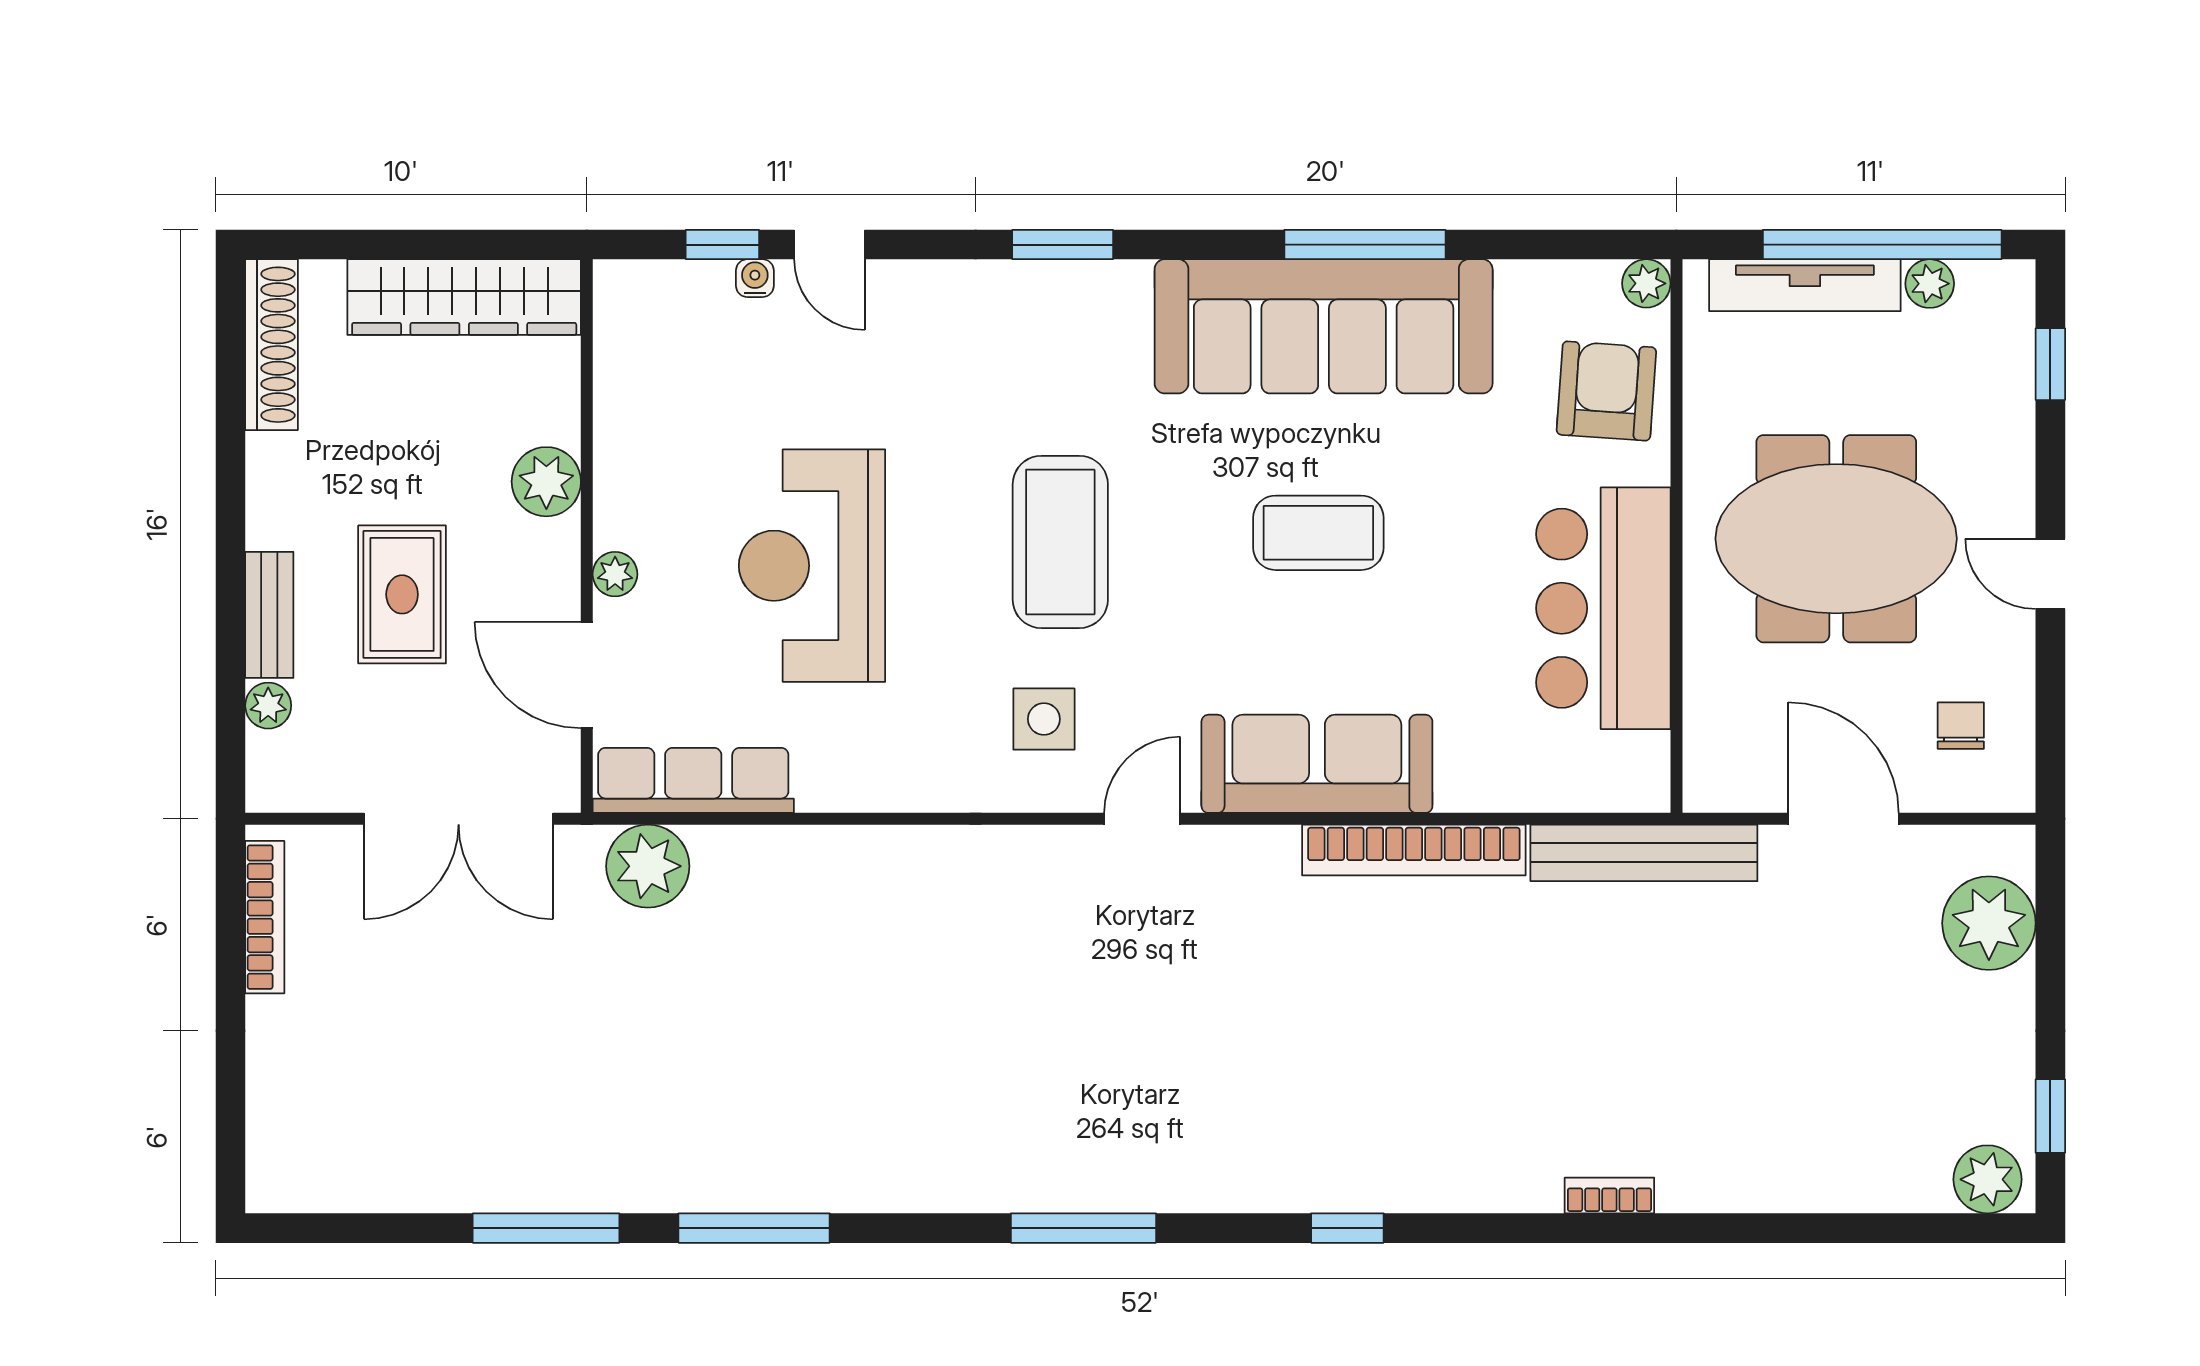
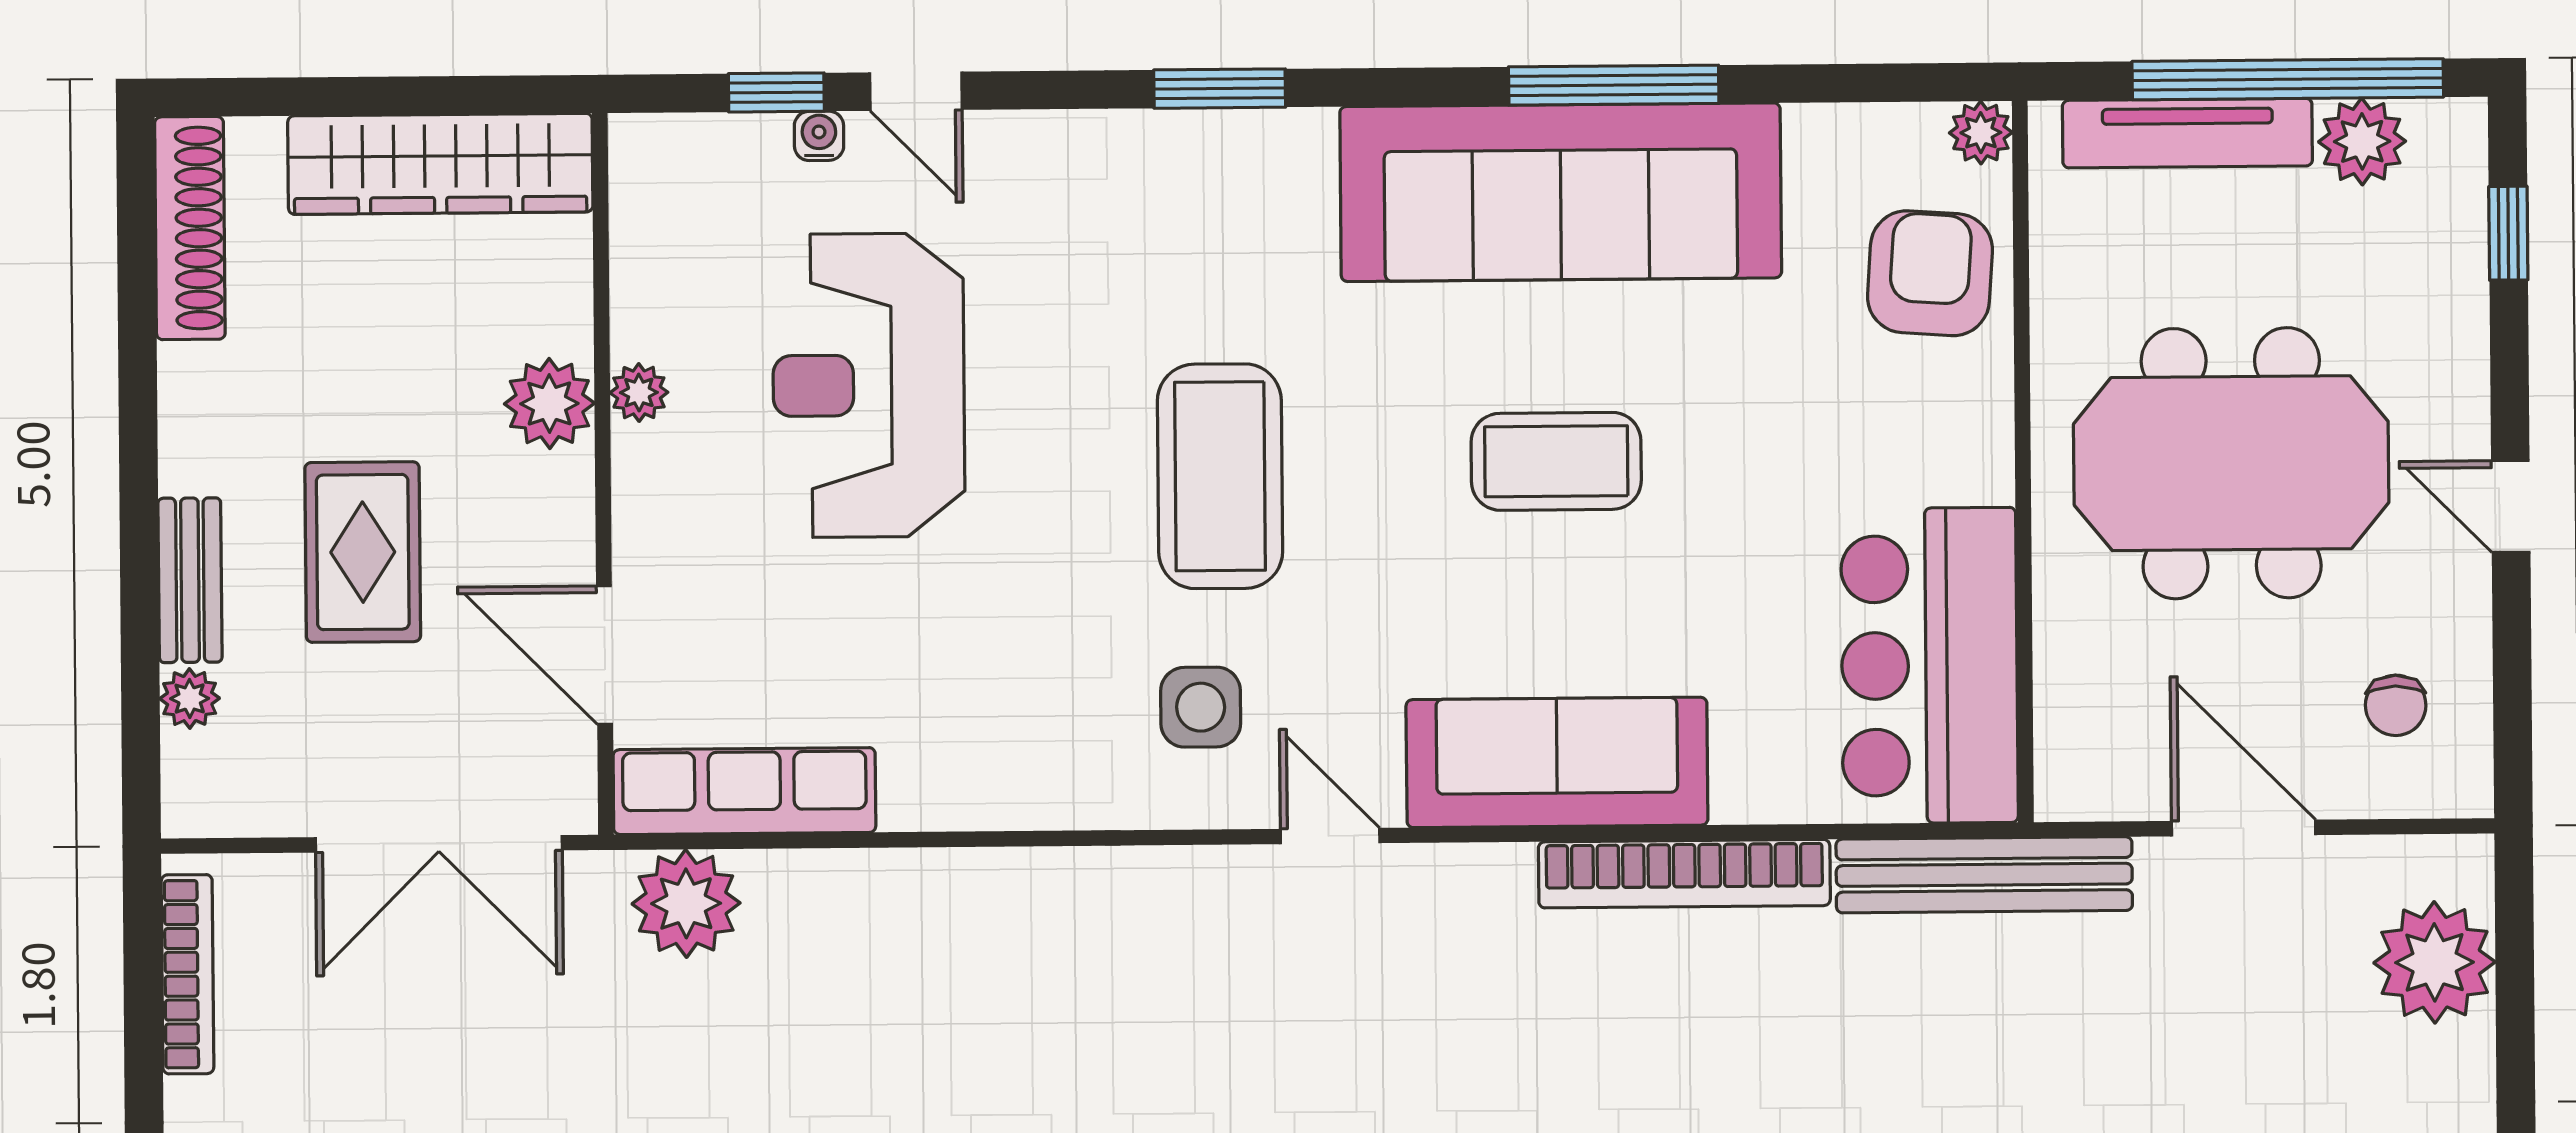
plant: (1930, 284) -> (2362, 141), width x1.38, depth x1.38
reception desk: (812, 566) -> (869, 385), moved
plant: (615, 574) -> (639, 392), moved
bar counter: (1603, 608) -> (1929, 666), moved
chair: (1961, 726) -> (2396, 705), turned 180
door: (1142, 819) -> (1330, 836), hinge flipped

